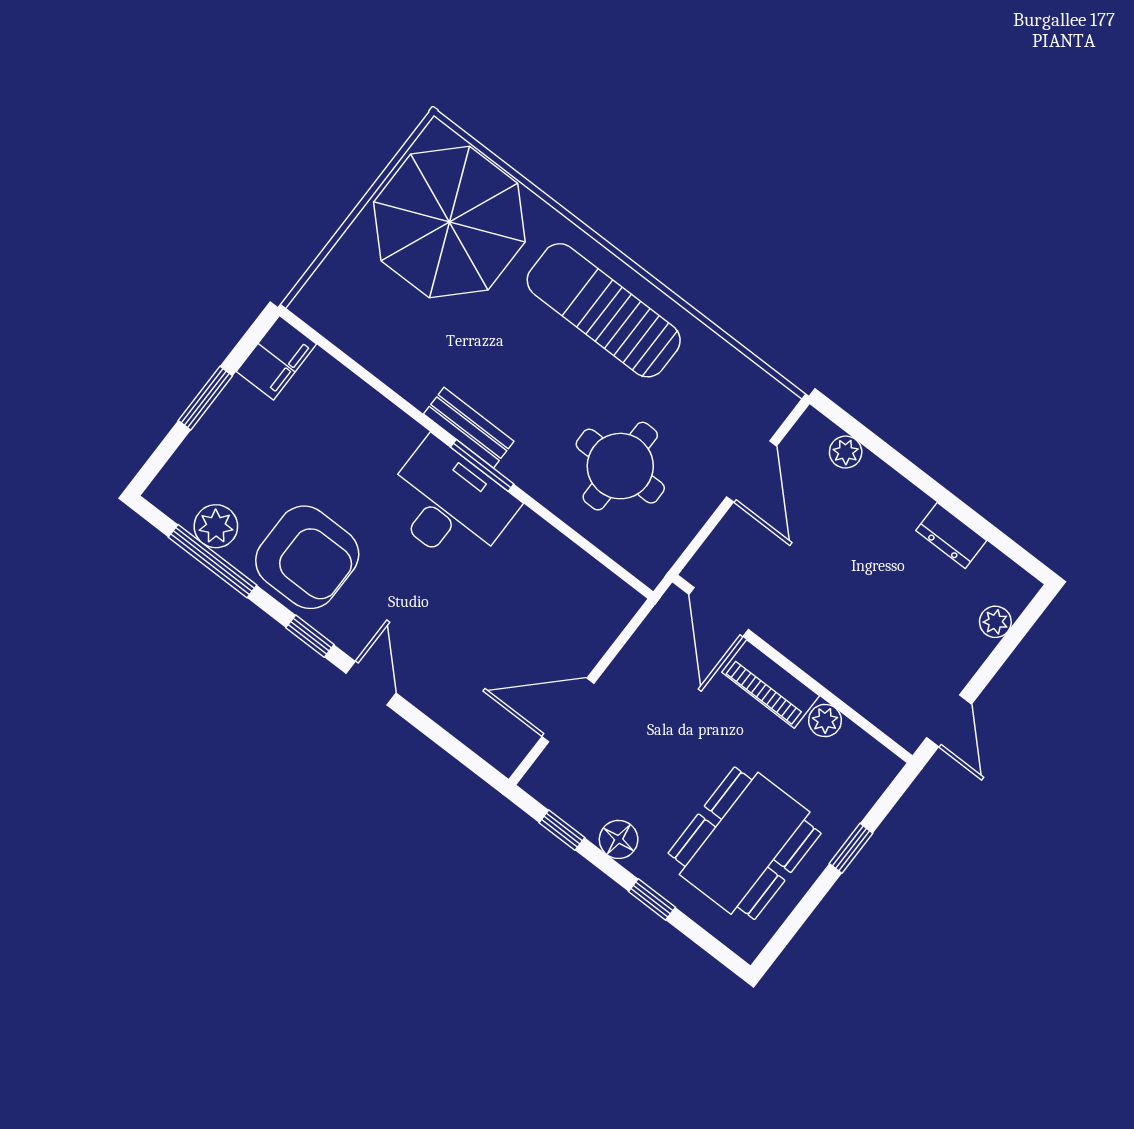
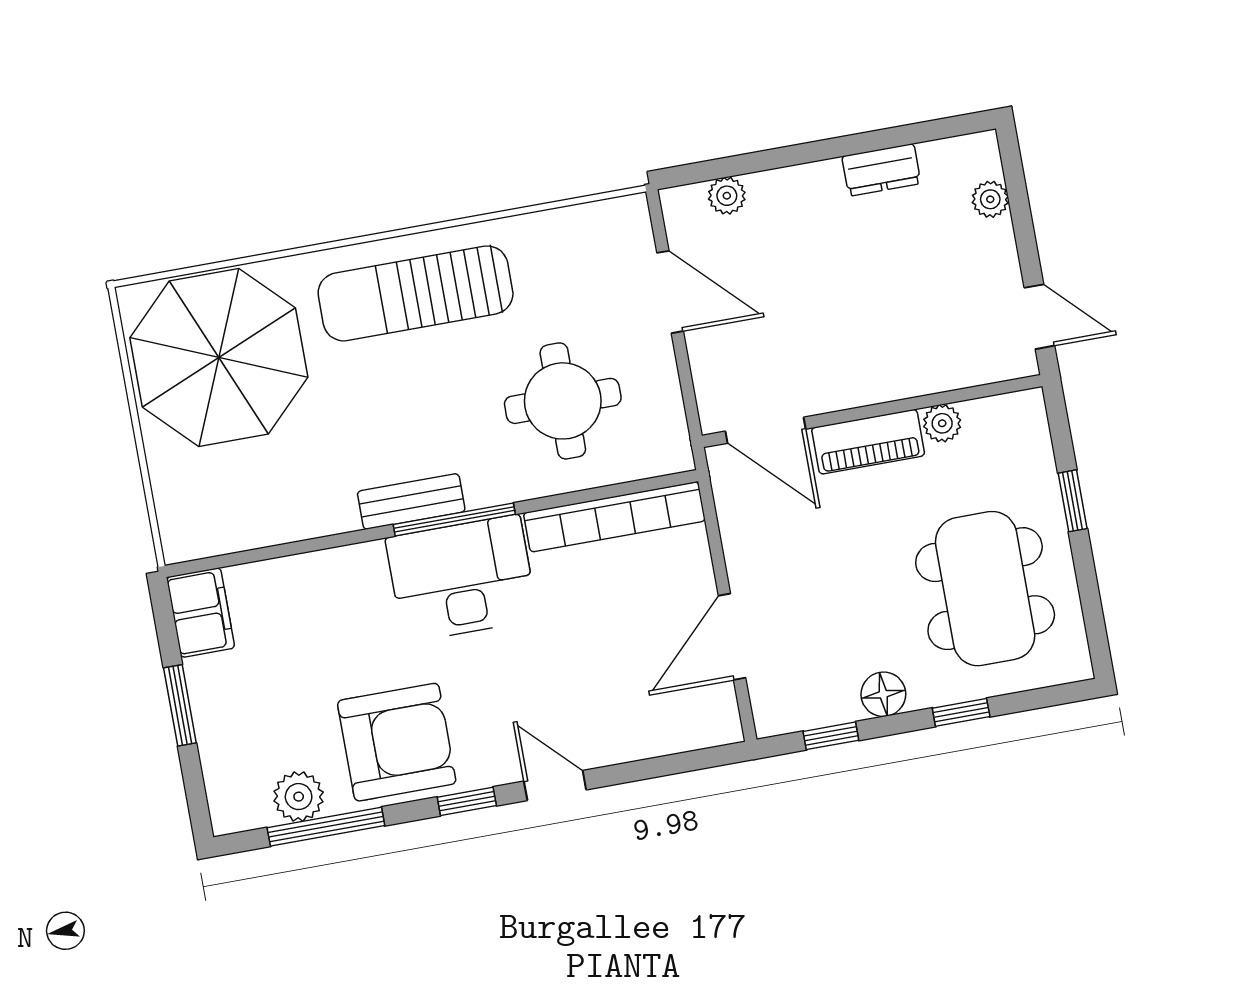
window: (482, 465) -> (454, 519), width x1.44
bookcase: (576, 566) -> (614, 517), added

